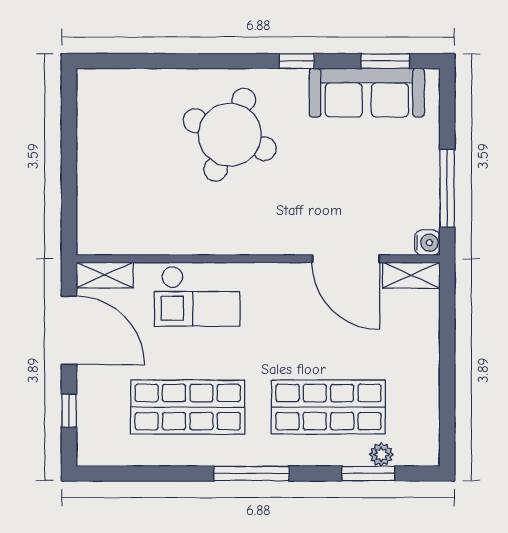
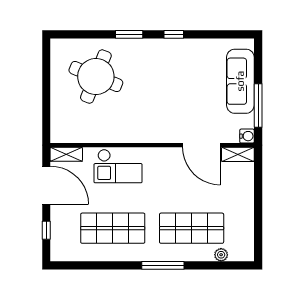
window: (385, 61) -> (129, 34), moved
sofa: (367, 93) -> (240, 81), moved, turned 90
round table: (230, 135) -> (96, 77), moved
window: (251, 473) -> (163, 265), moved
window: (368, 473) -> (214, 265), removed

